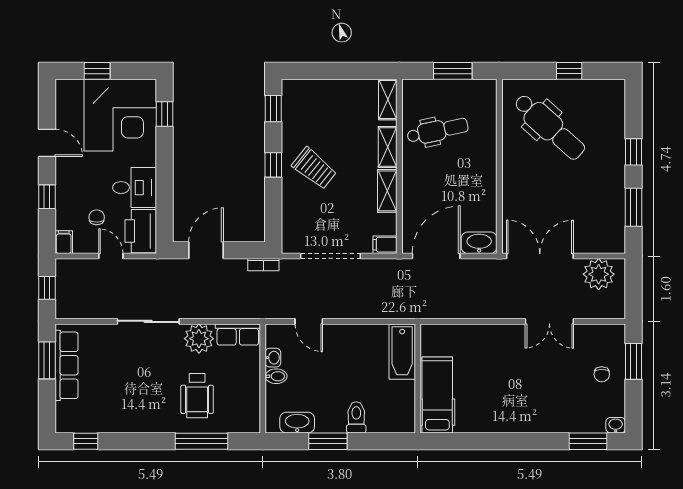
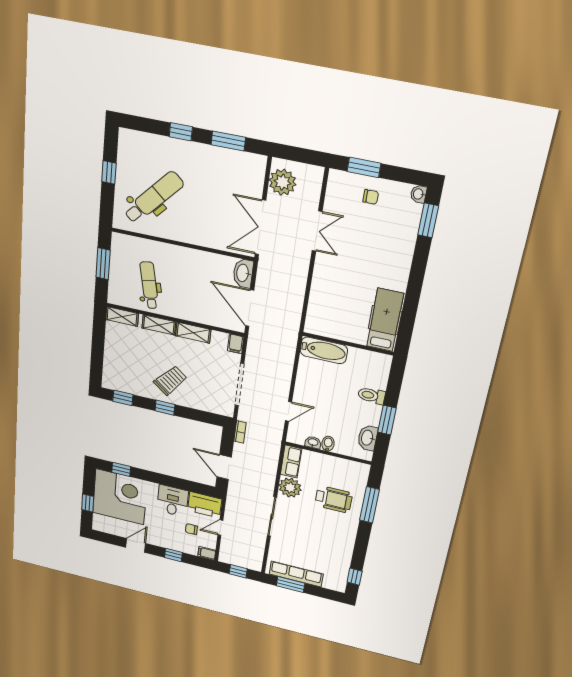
hospital bed: (437, 395) -> (385, 320), moved, turned 90

